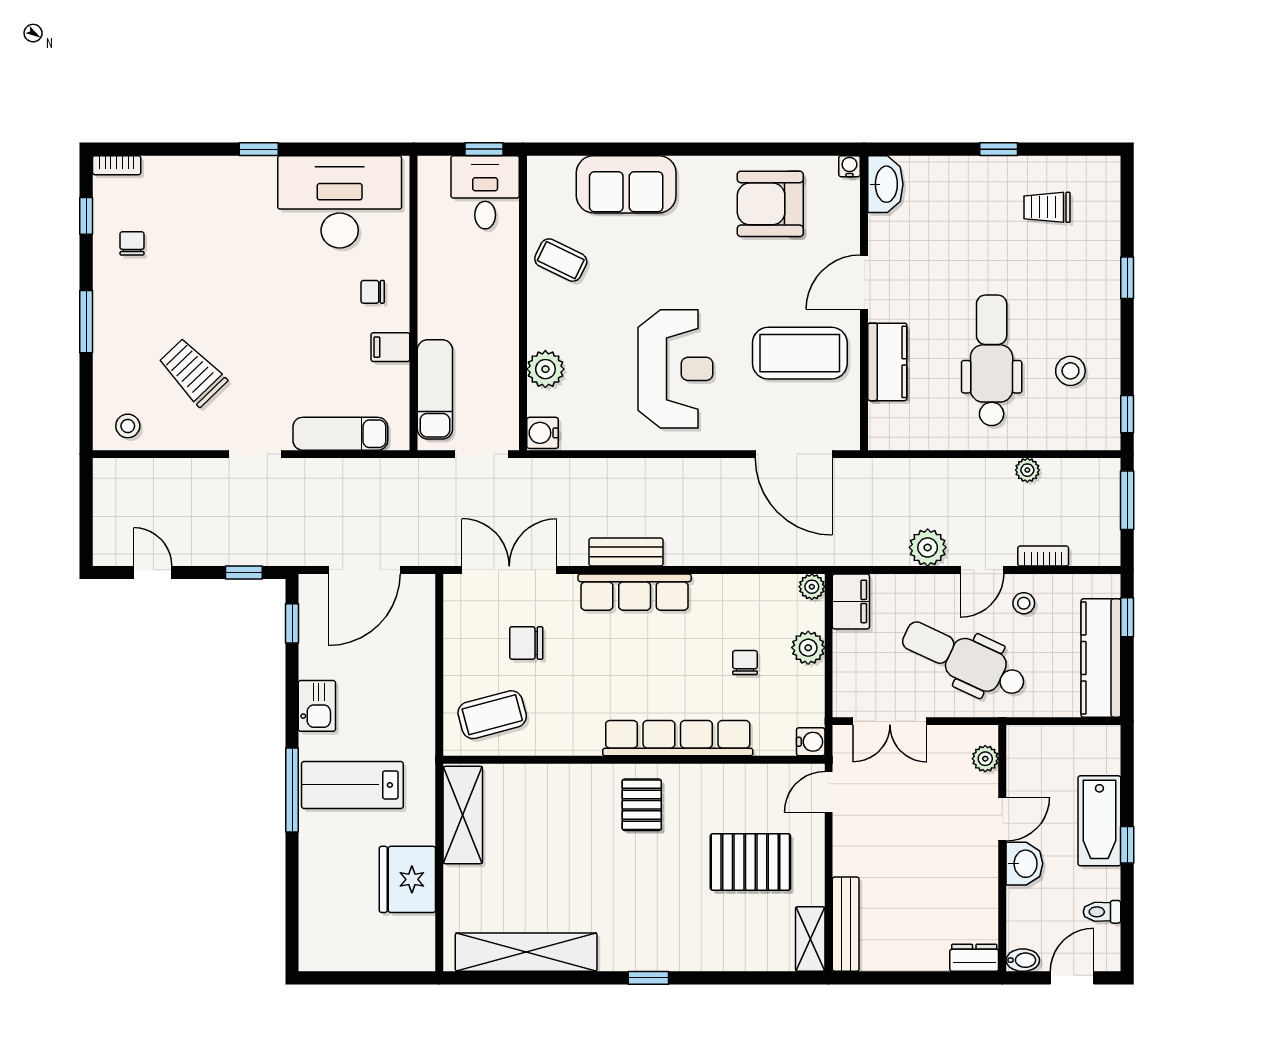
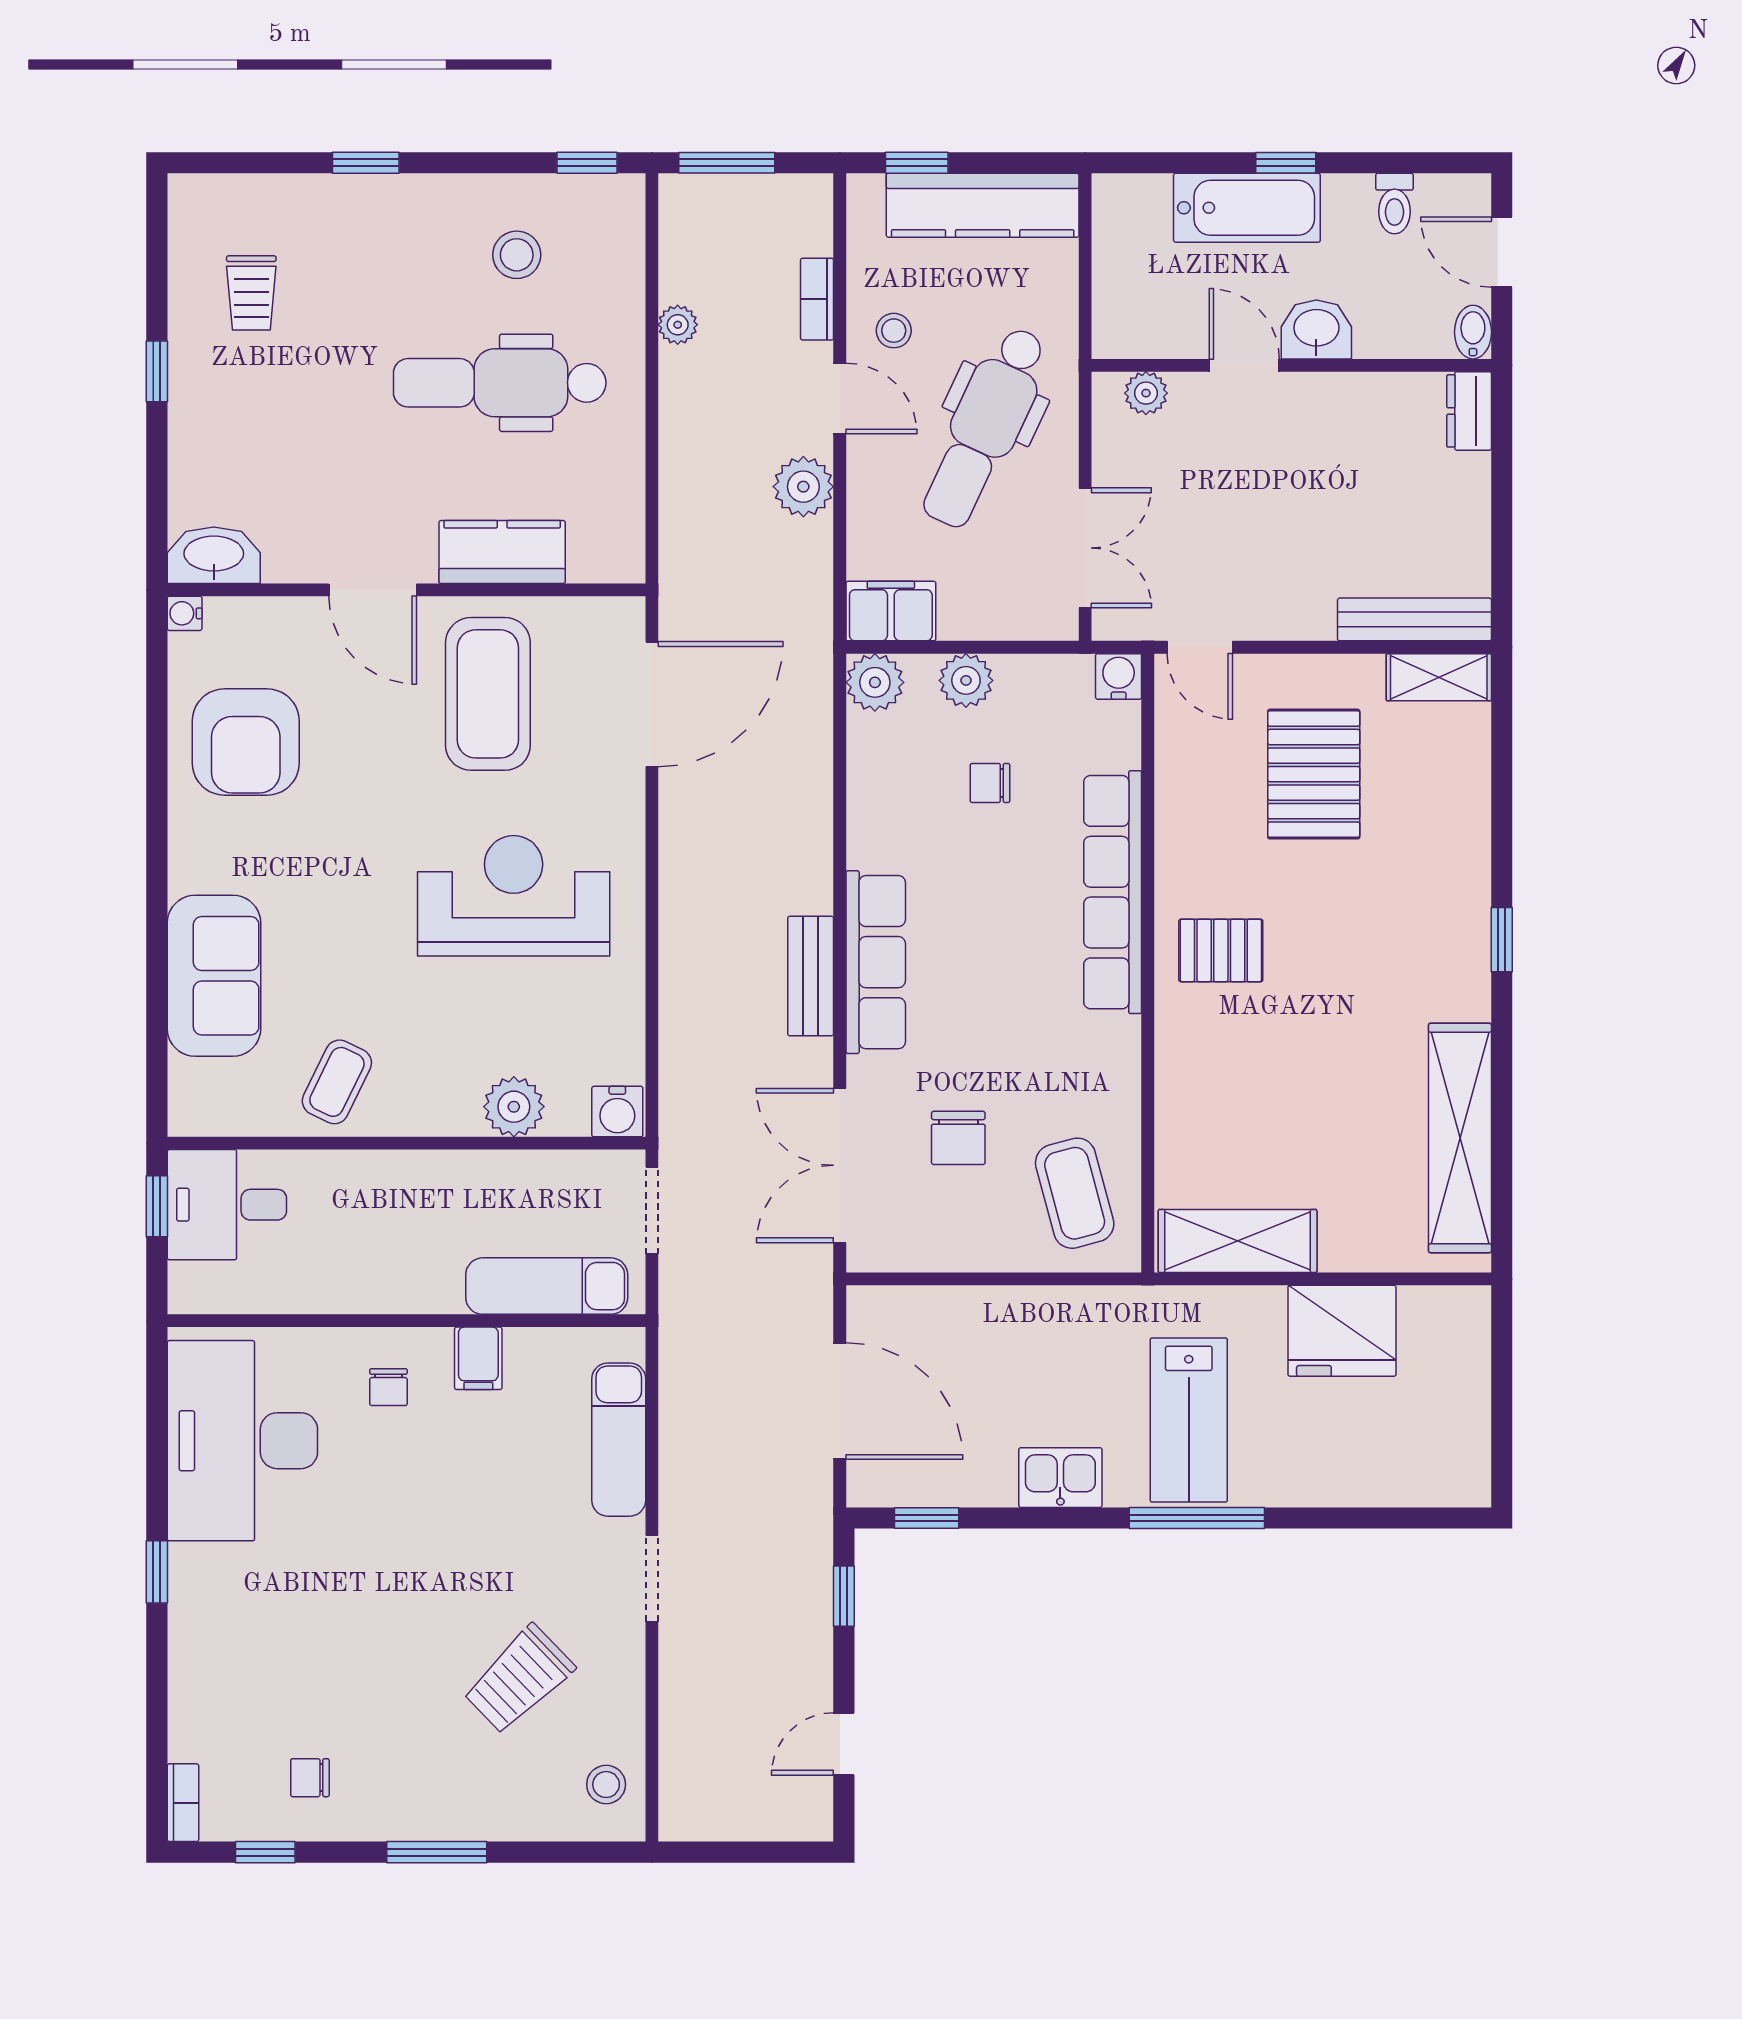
plant: (812, 587) -> (875, 682), width x1.38, depth x1.38

